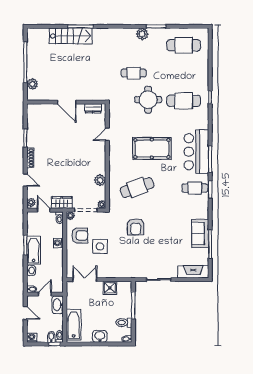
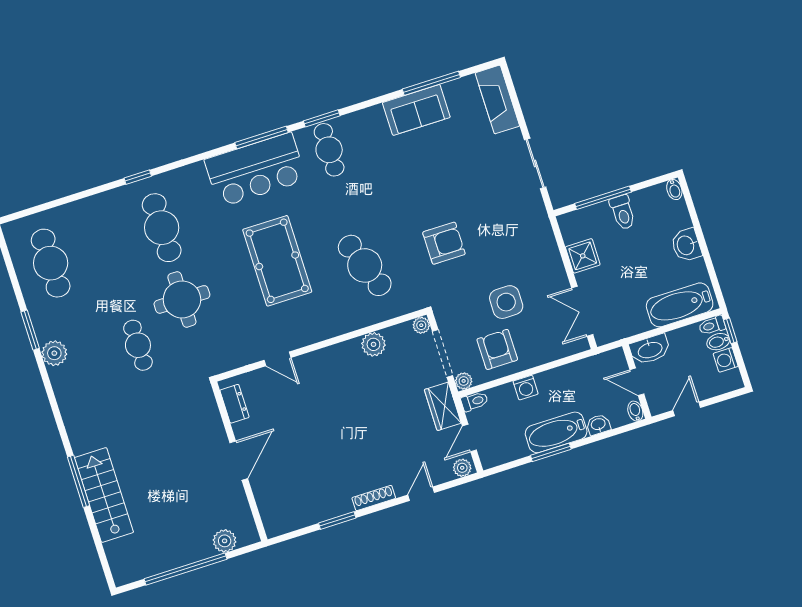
toilet: (124, 323) -> (623, 212), moved
washing machine: (32, 338) -> (726, 360), moved

